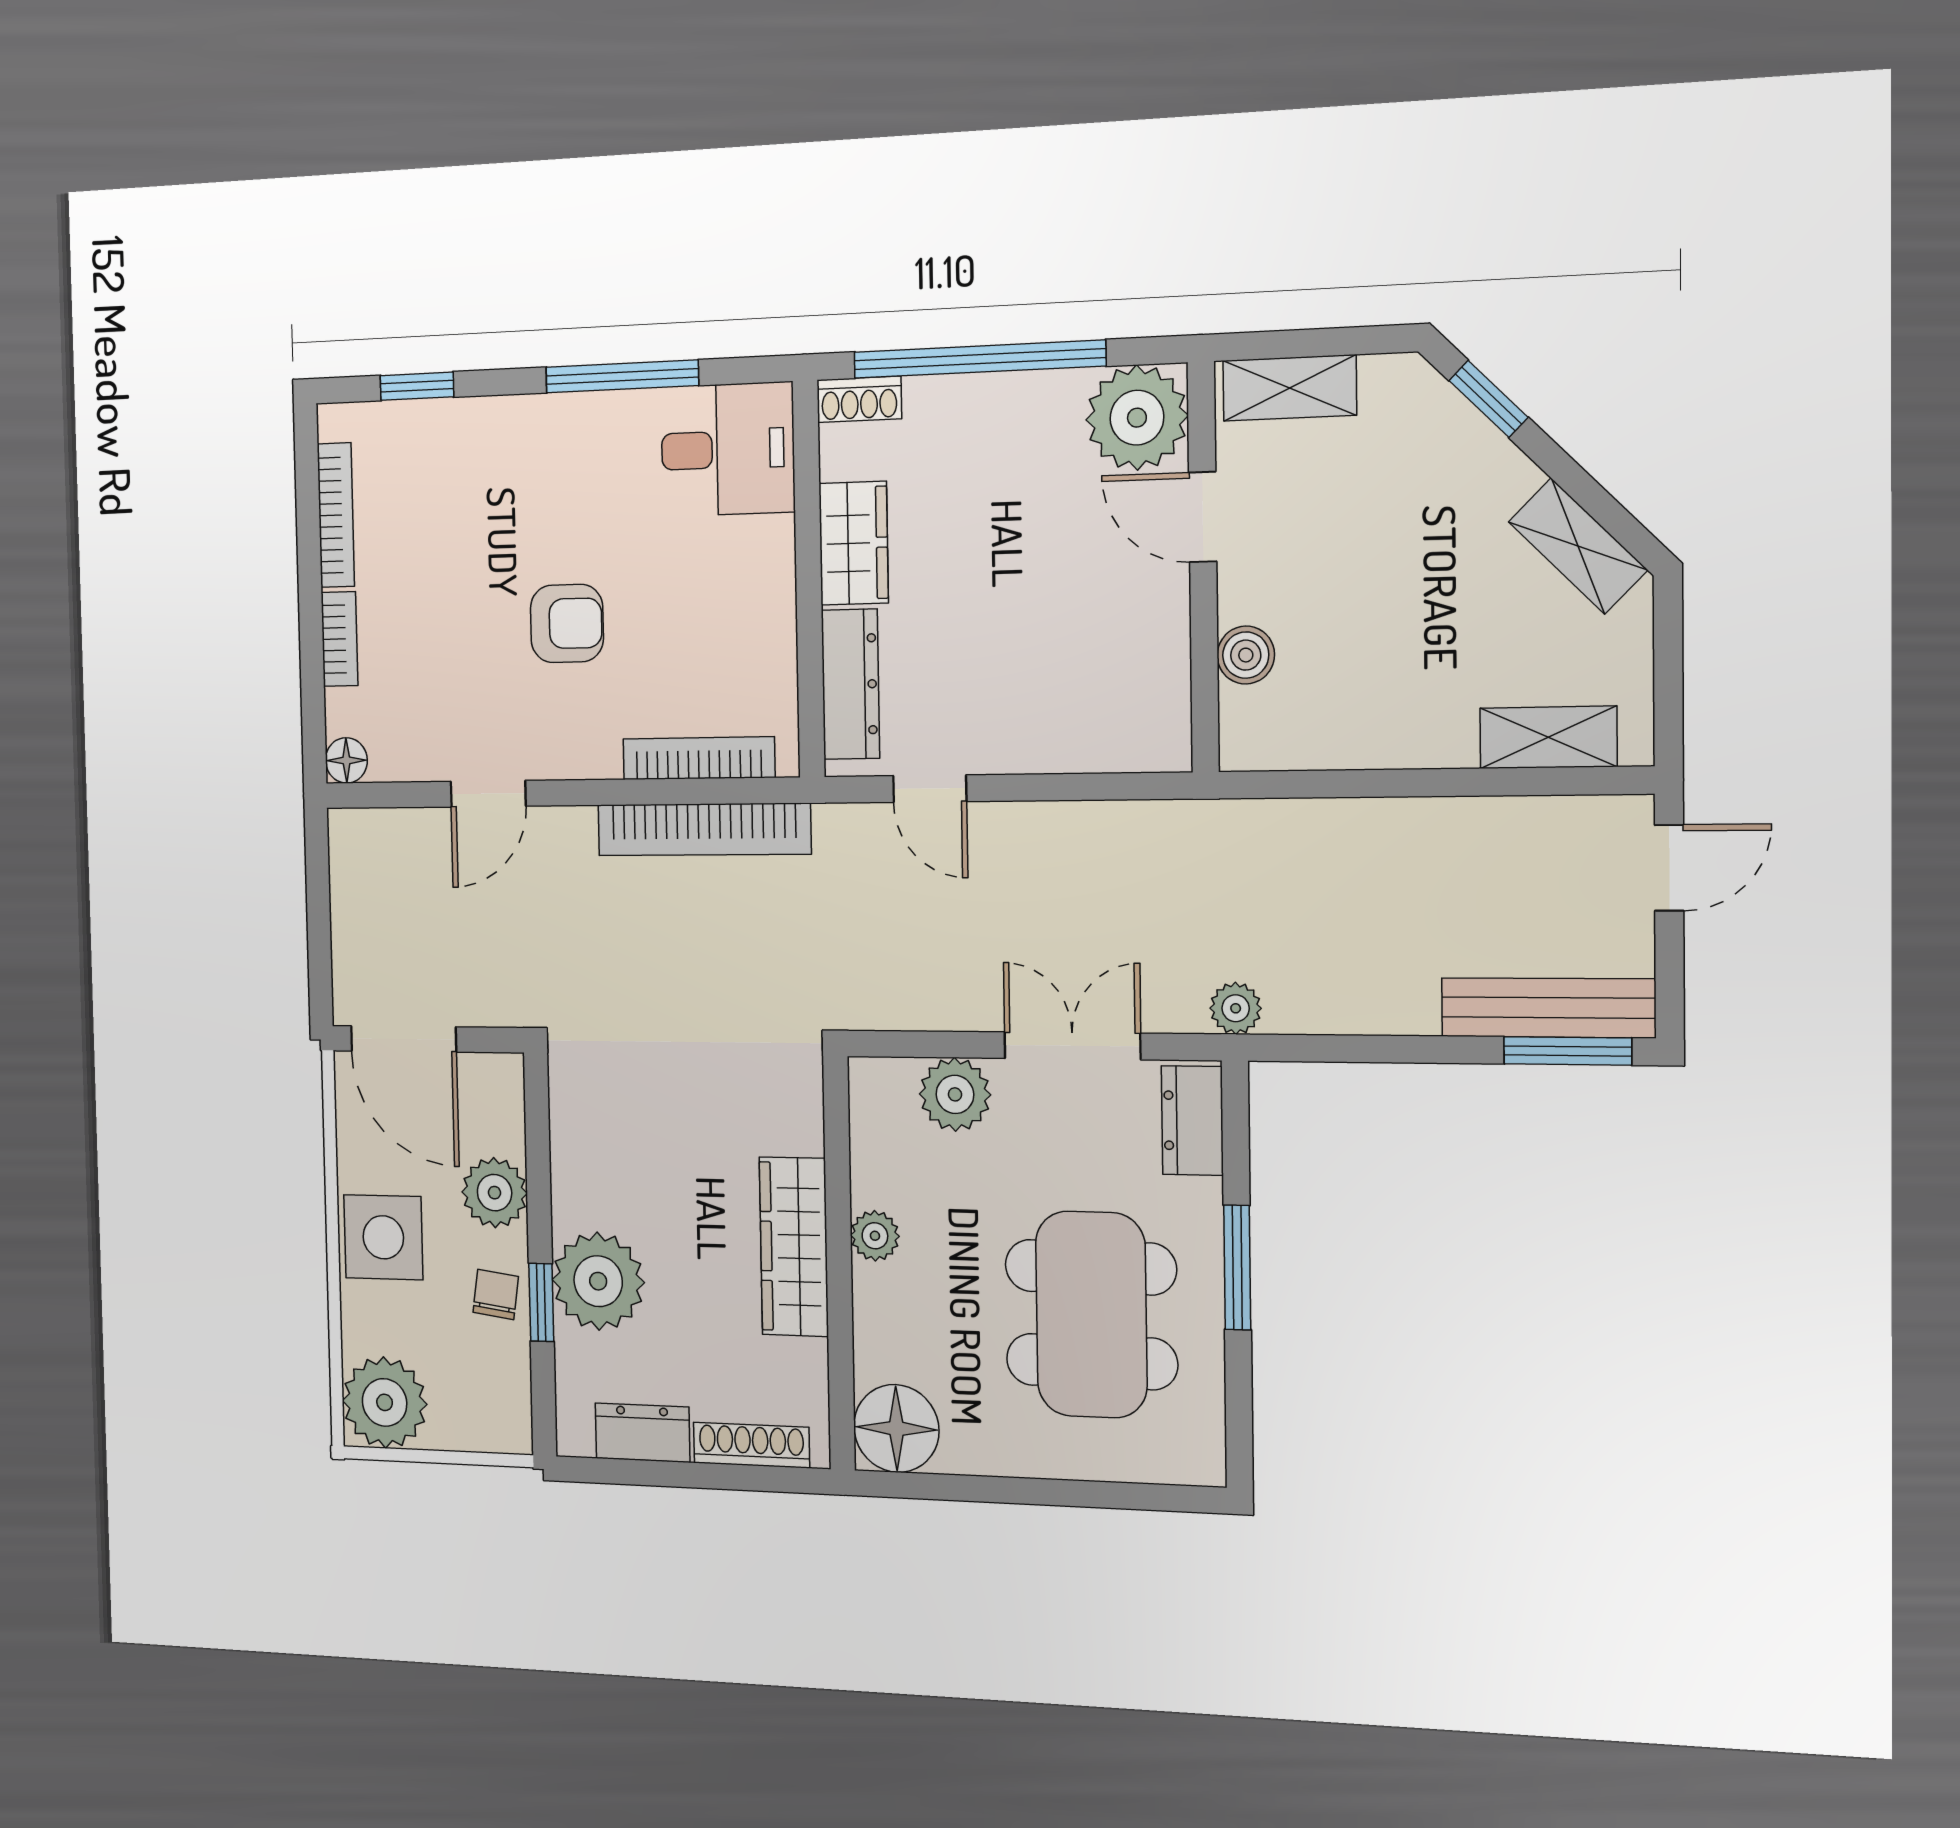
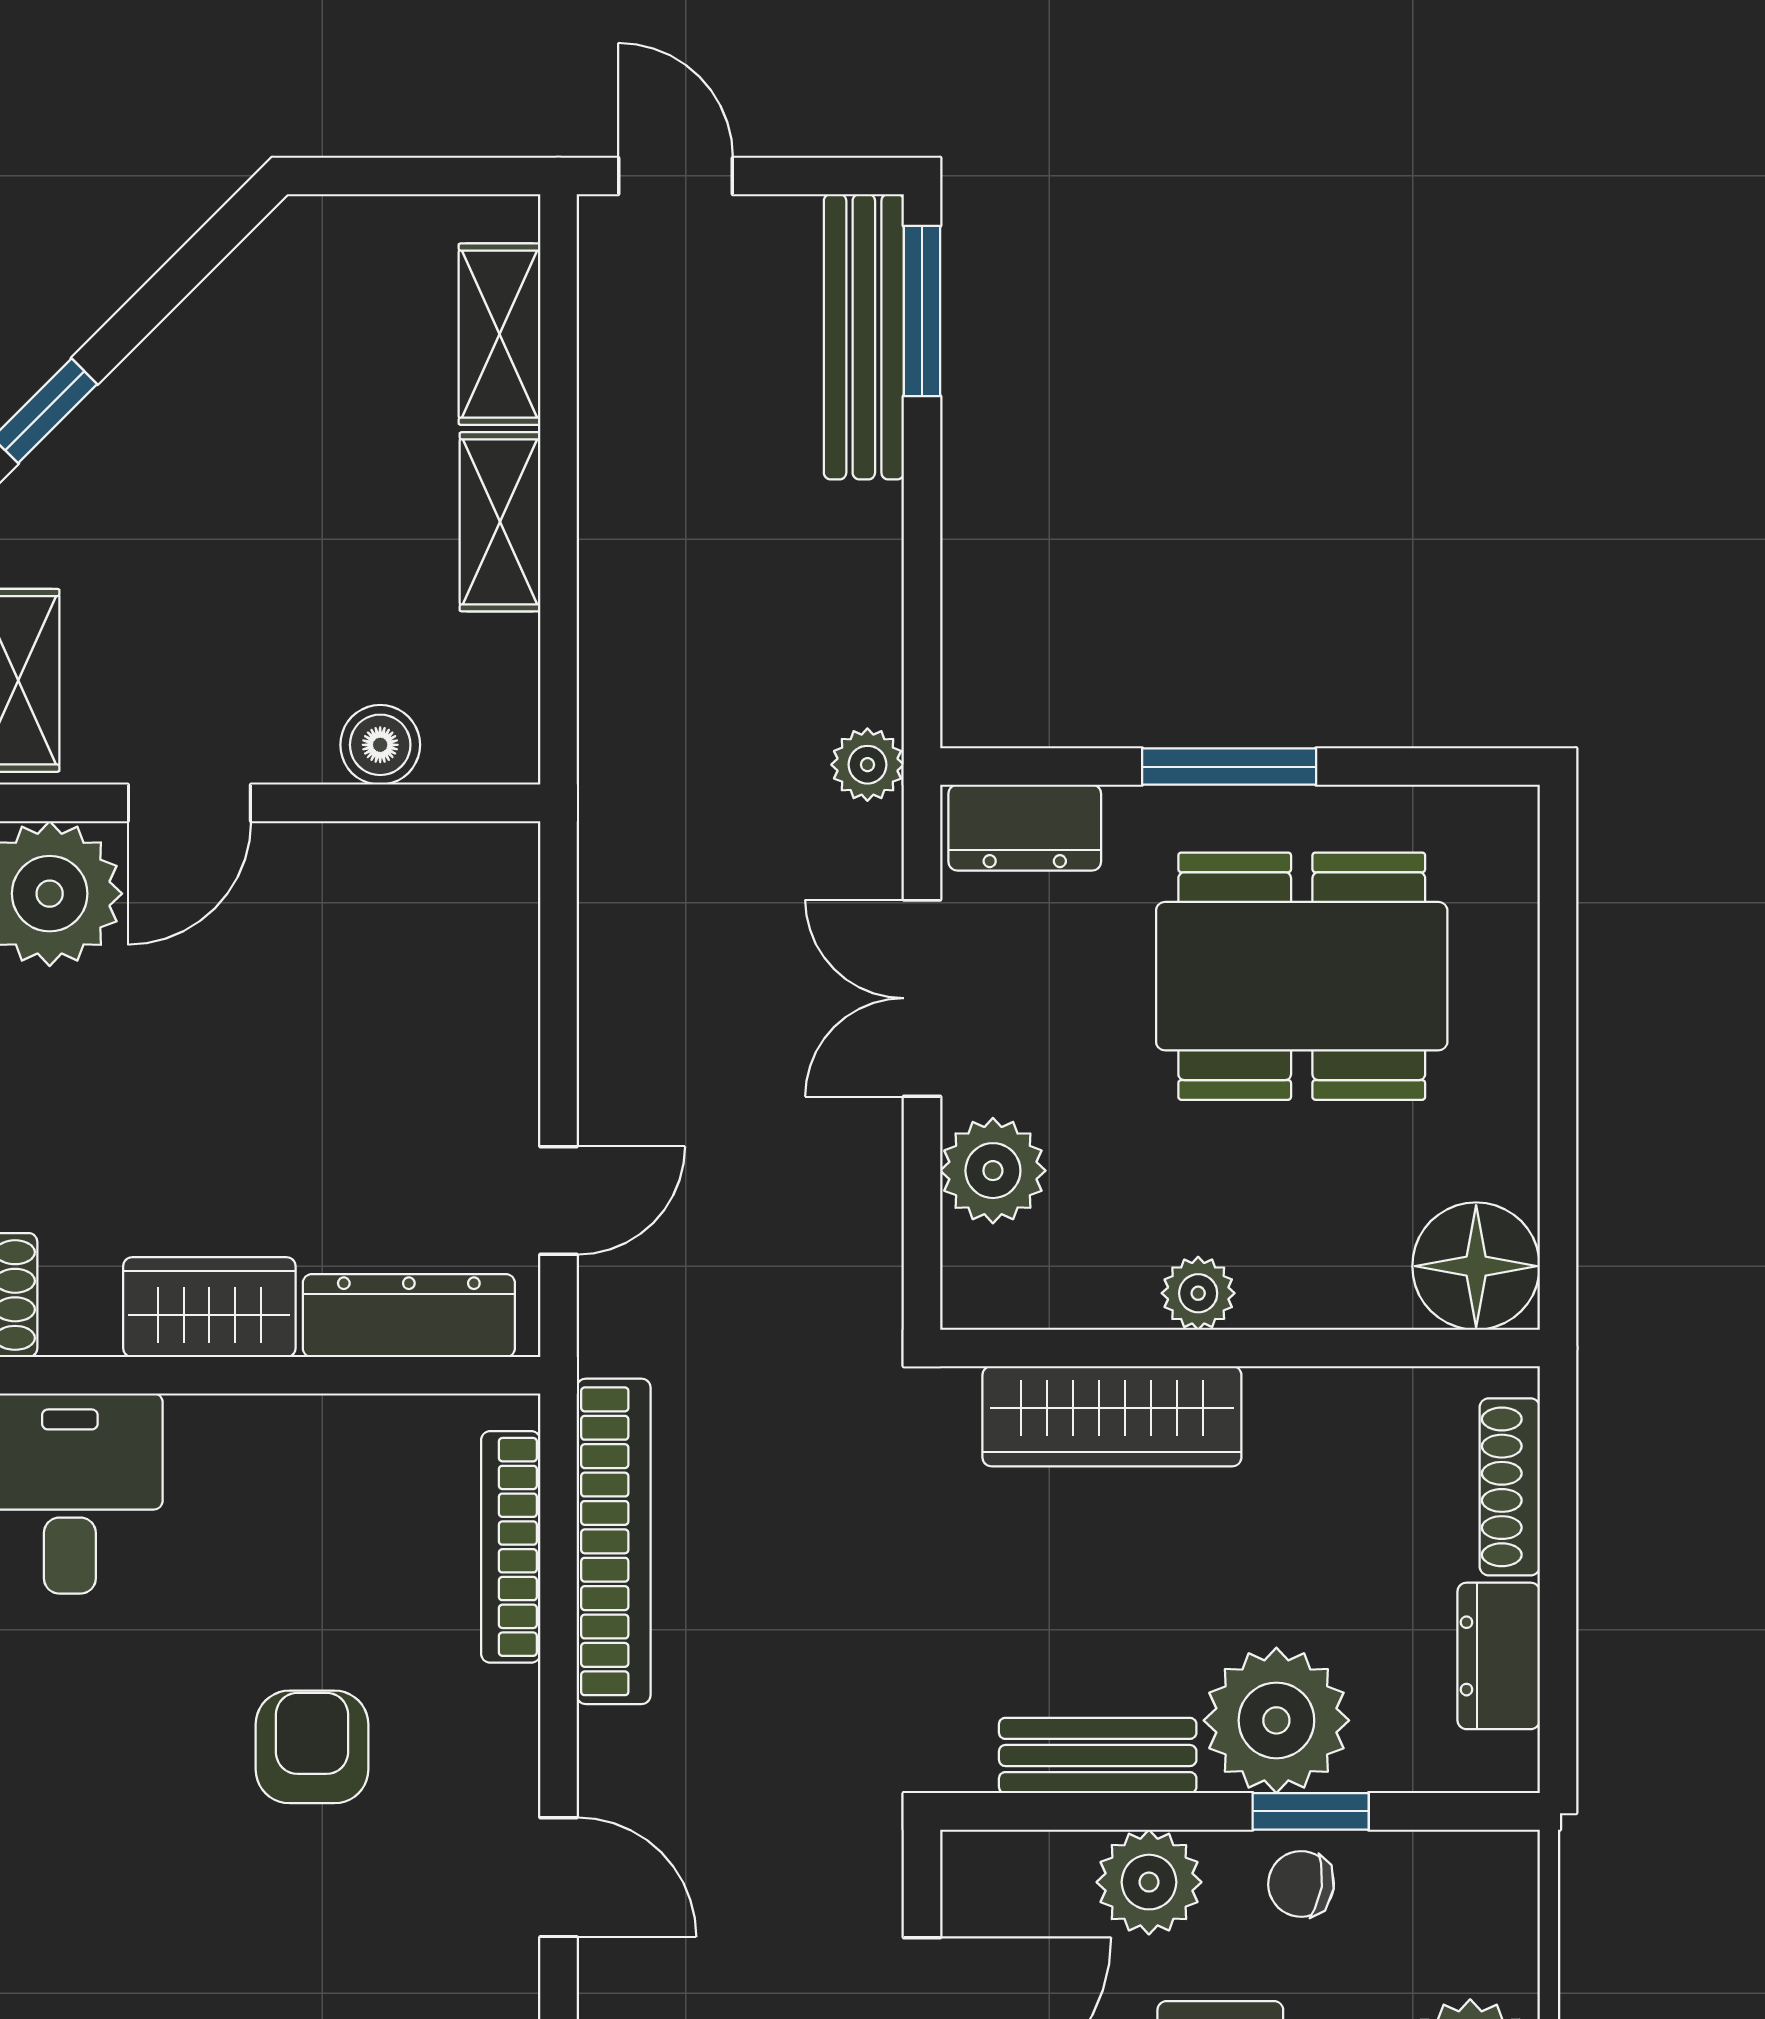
shelving: (1578, 546) -> (500, 522), moved, turned -45
bench: (573, 1160) -> (1098, 1756), added
wardrobe: (794, 1247) -> (1112, 1416), moved

